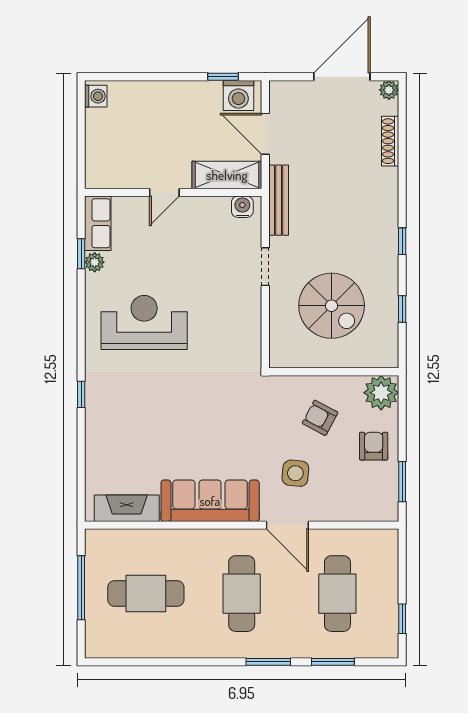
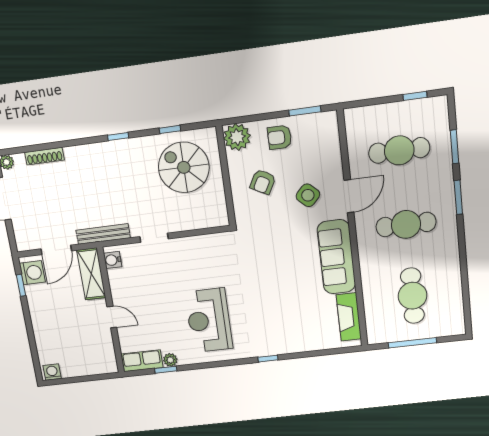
spiral stairs: (332, 306) -> (184, 167), moved, turned -90
side table: (295, 473) -> (308, 195), turned 38

